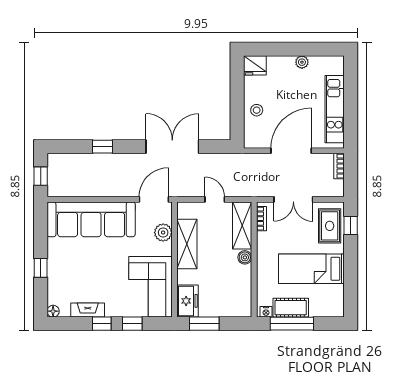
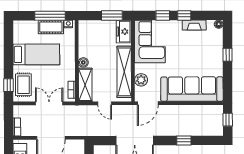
shelving: (187, 244) -> (124, 72), width x1.47

